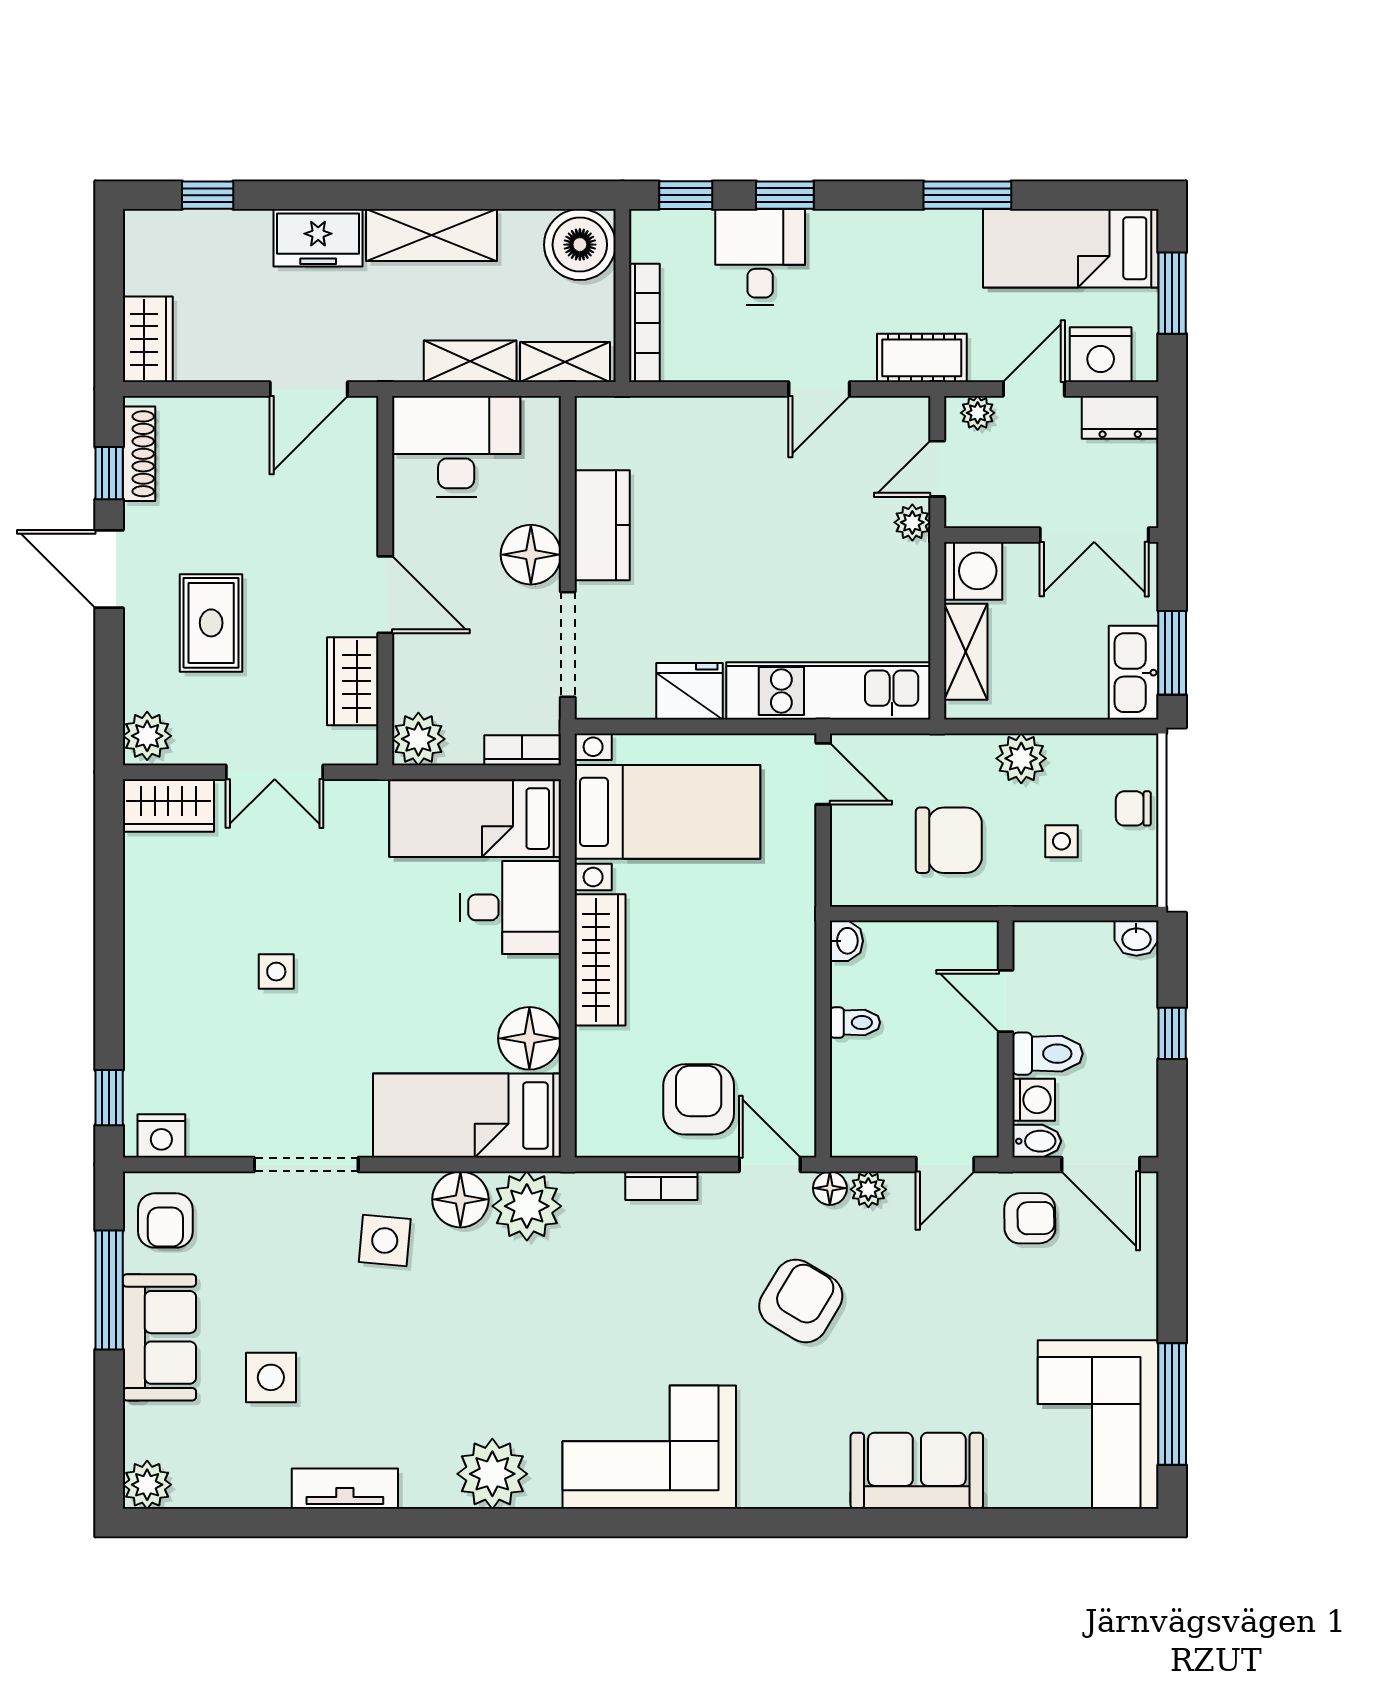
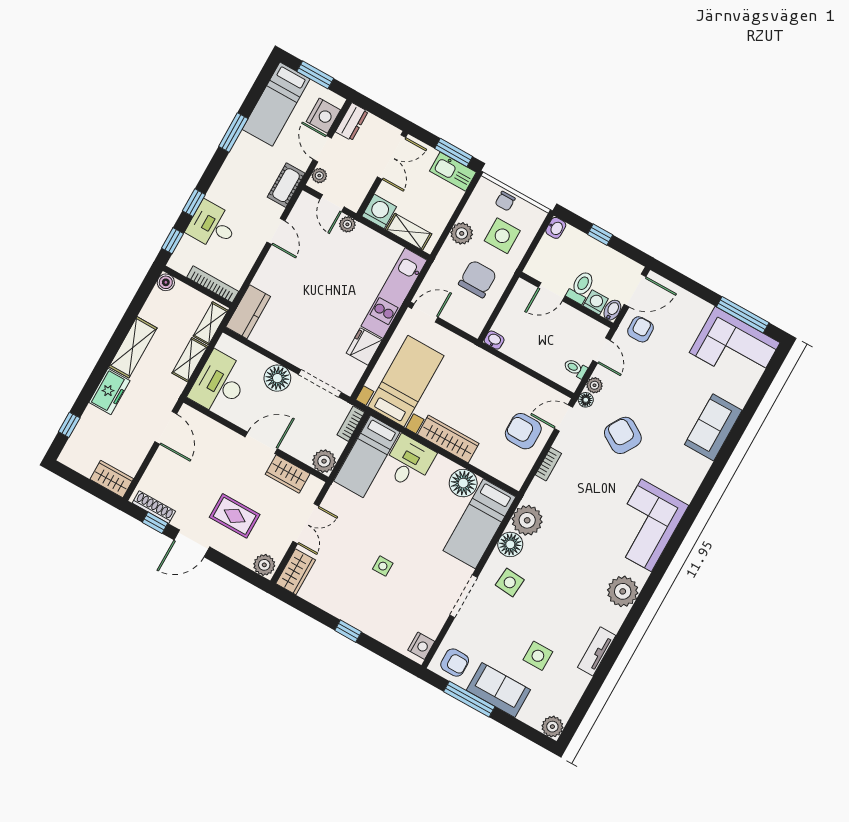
boiler: (580, 245) -> (166, 282), width x0.54, depth x0.54
kitchen counter: (602, 525) -> (248, 312), moved, turned 90
side table: (1061, 841) -> (502, 236), width x1.87, depth x1.87
toilet: (855, 1023) -> (575, 368), moved, turned -90
window: (109, 1098) -> (348, 631), moved

